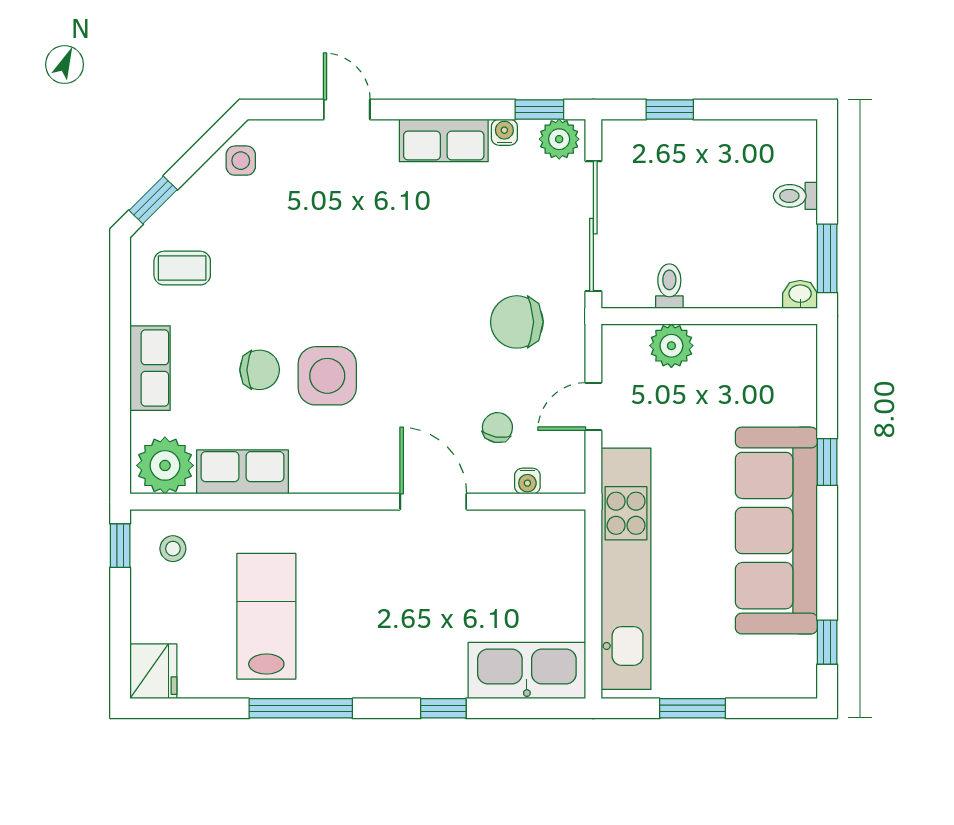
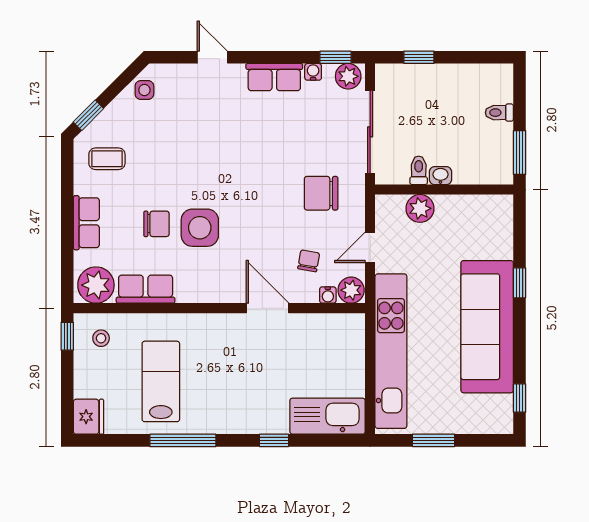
washbasin: (800, 294) -> (440, 176), moved
plant: (564, 473) -> (351, 290), added

